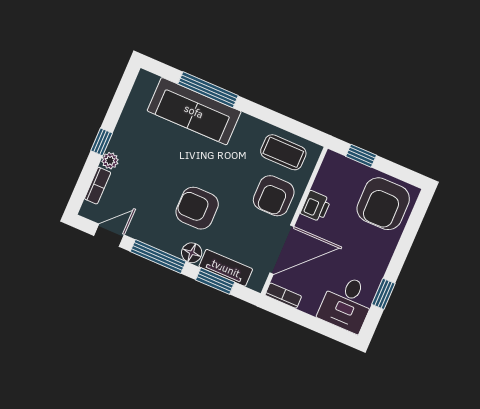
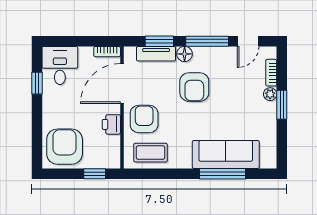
window: (102, 142) -> (282, 105), width x1.50
armchair: (197, 208) -> (194, 87), turned 90

